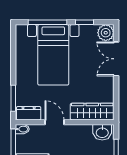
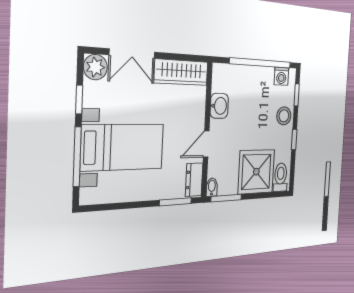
wardrobe: (92, 112) -> (181, 72), moved, turned -90
washbasin: (102, 132) -> (219, 106), moved

